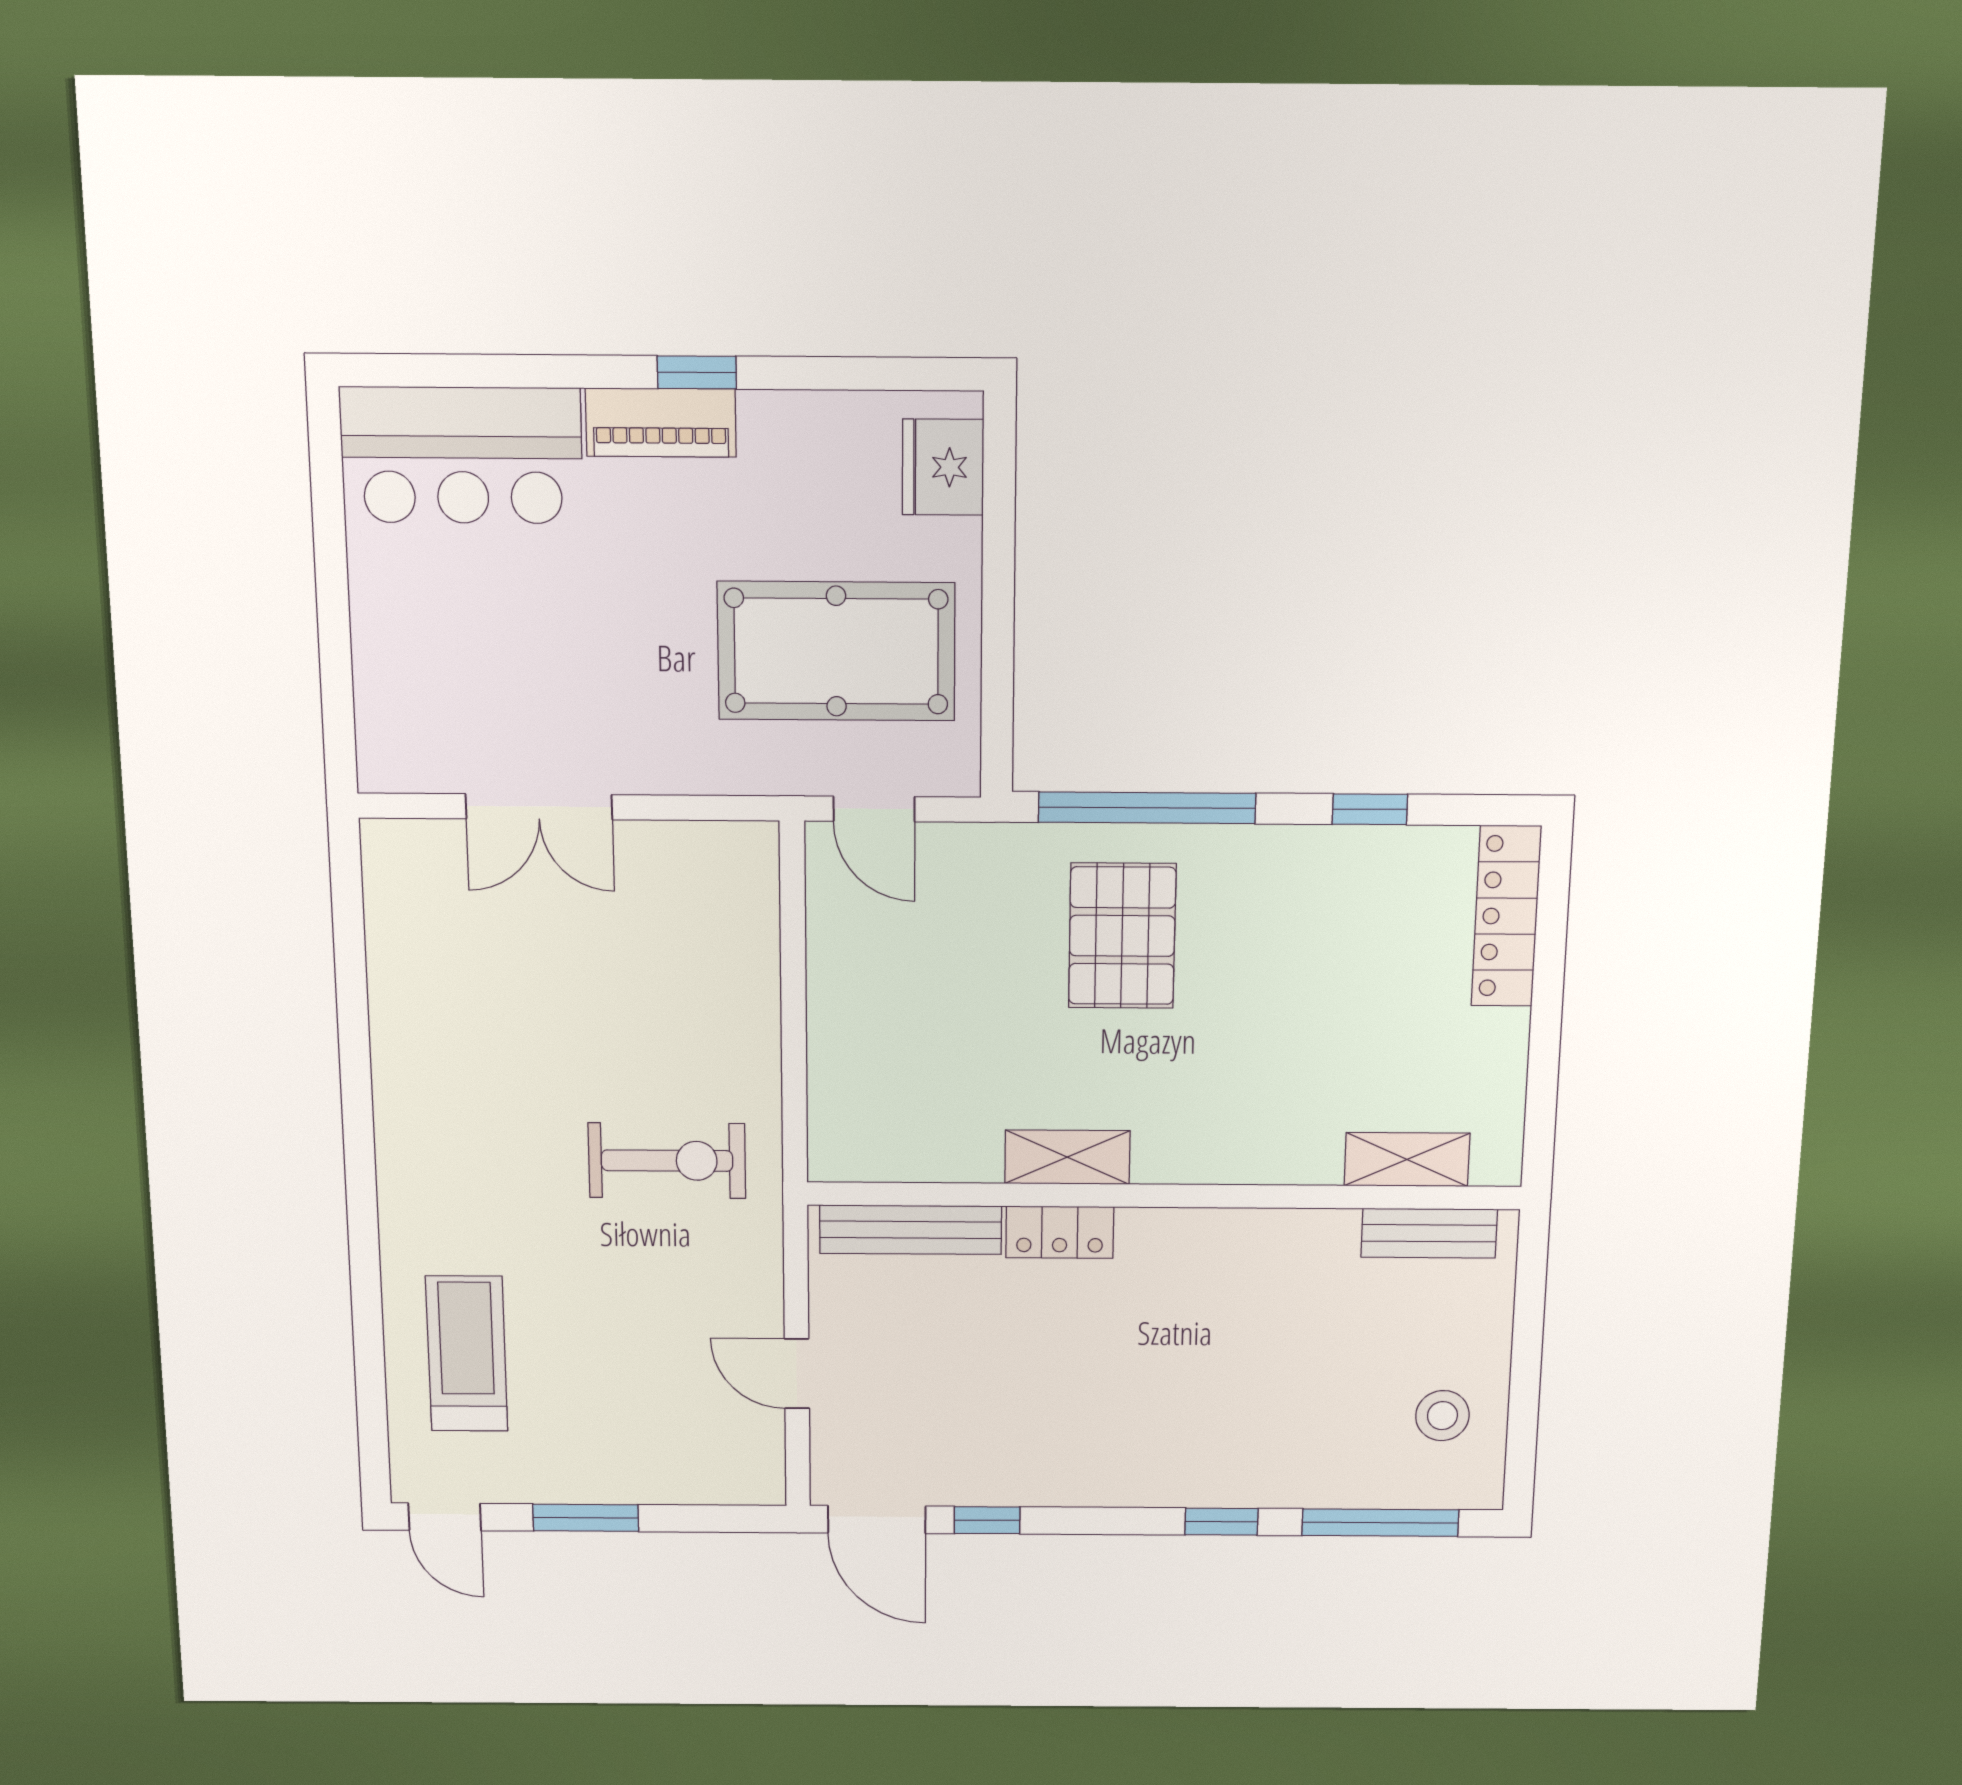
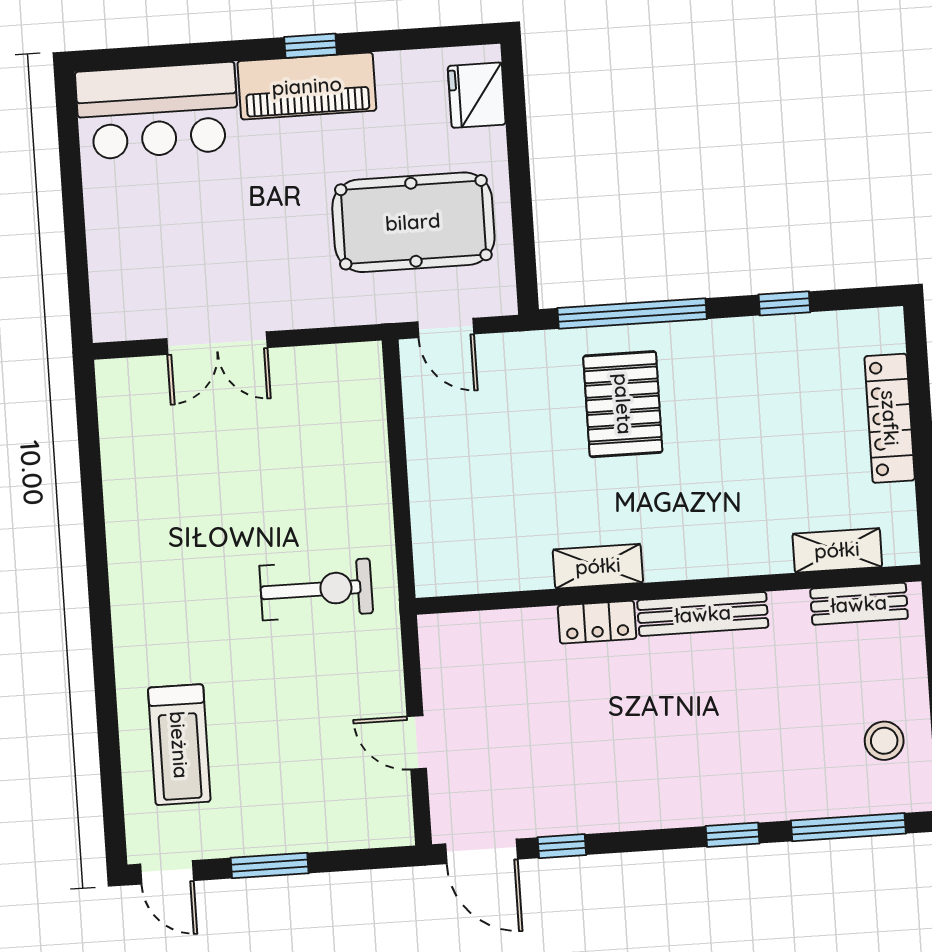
piano: (661, 423) -> (307, 86), width x1.37, depth x1.33
locker: (1506, 916) -> (890, 418), moved
bench: (911, 1230) -> (703, 614), moved
treadmill: (467, 1354) -> (179, 745), turned 180

